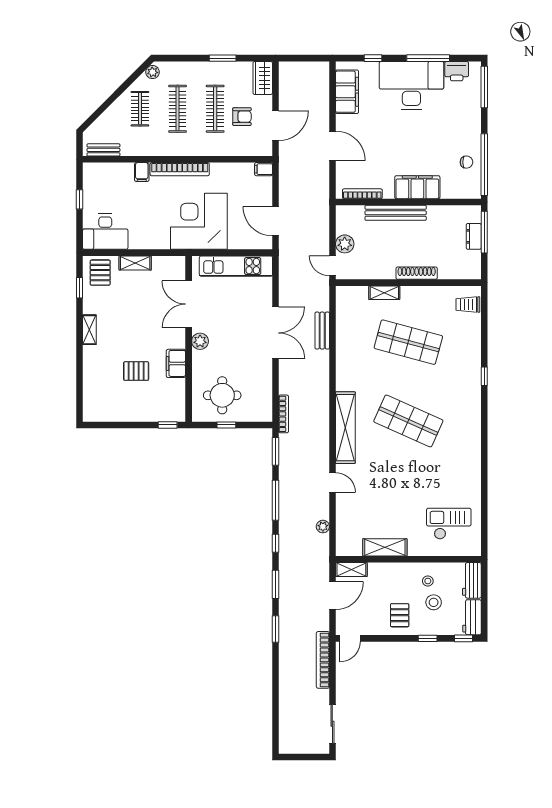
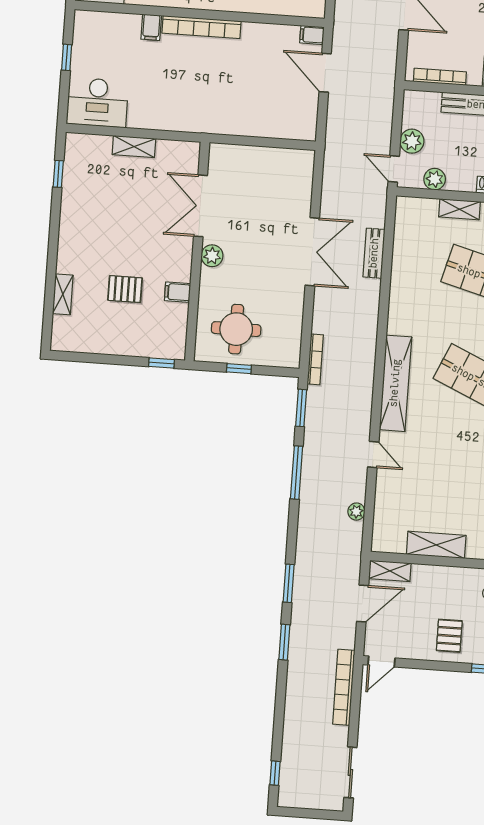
corner desk: (199, 221) -> (222, 98), removed
door: (276, 221) -> (325, 73), moved
kitchen unit: (236, 266) -> (266, 160), removed
plant: (364, 271) -> (435, 179), added
pallet: (100, 273) -> (87, 156), removed
shelving: (89, 330) -> (63, 294), moved
filing cabinet: (176, 363) -> (178, 292), width x0.50
window: (276, 543) -> (275, 773), moved

